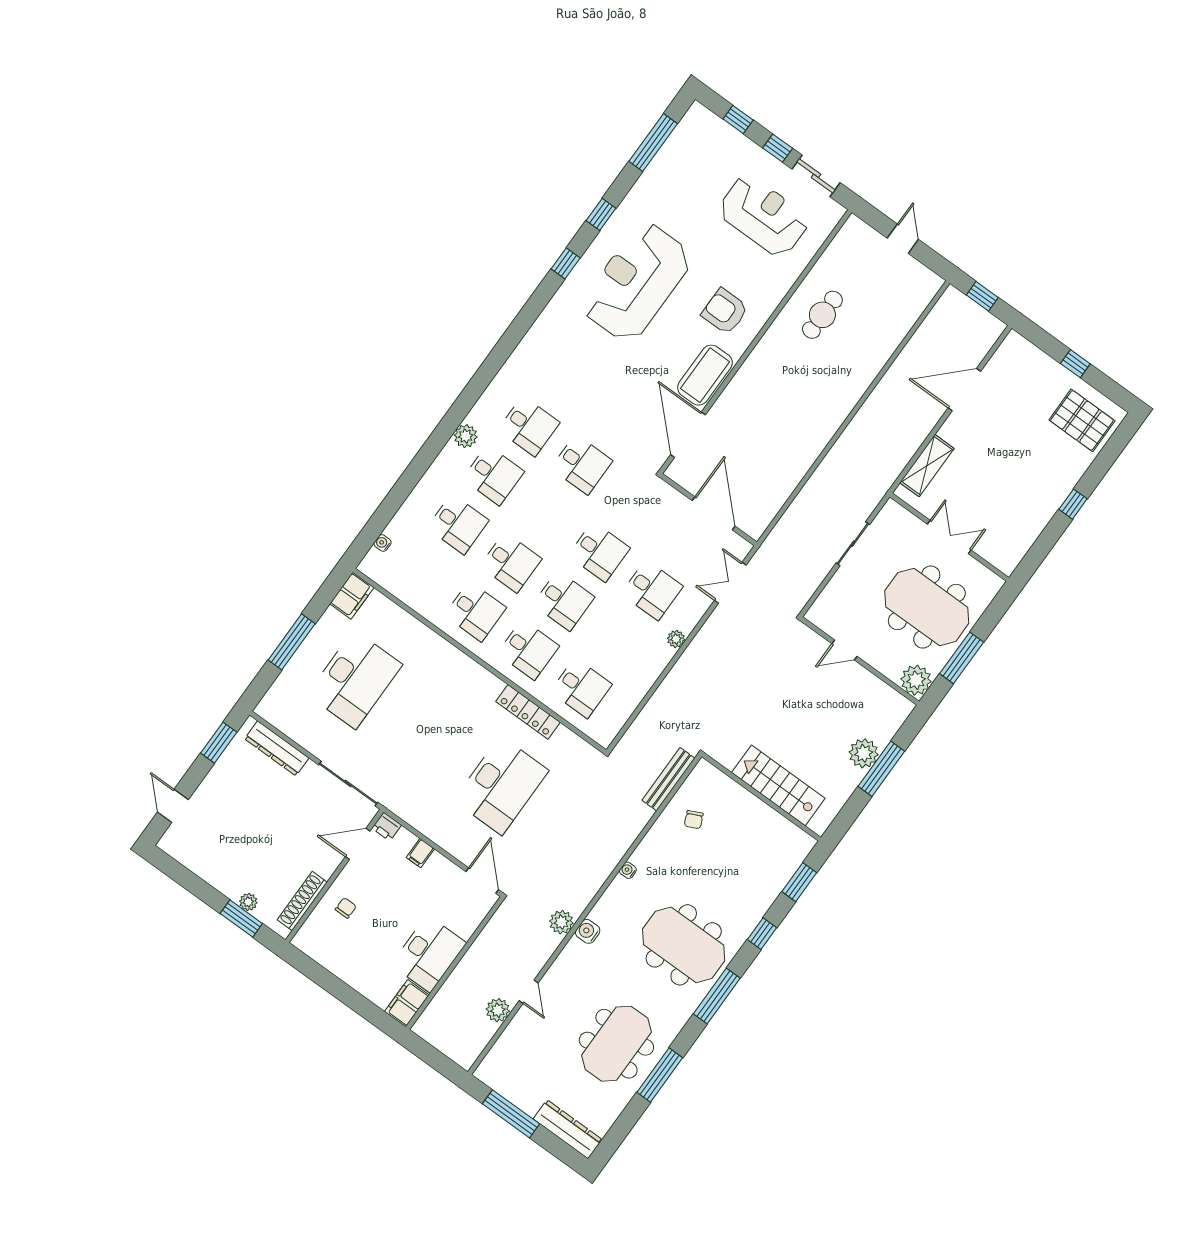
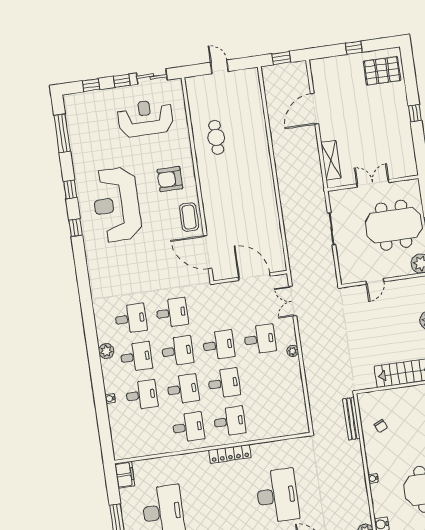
coffee table: (705, 375) -> (189, 217), width x0.73, depth x0.76
water cooler: (383, 543) -> (110, 398), moved
desk: (581, 688) -> (177, 351), moved
locker: (528, 712) -> (230, 454), moved

